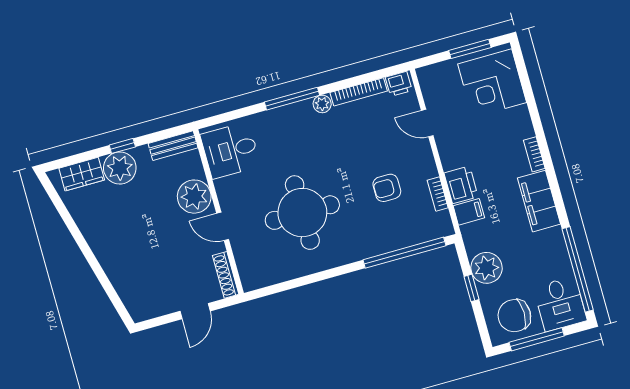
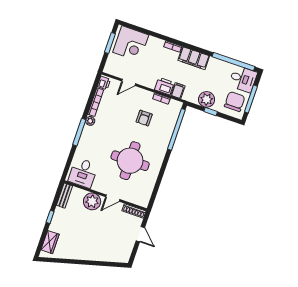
plant: (120, 168) -> (59, 224), removed
chair: (514, 316) -> (235, 102), turned 180

